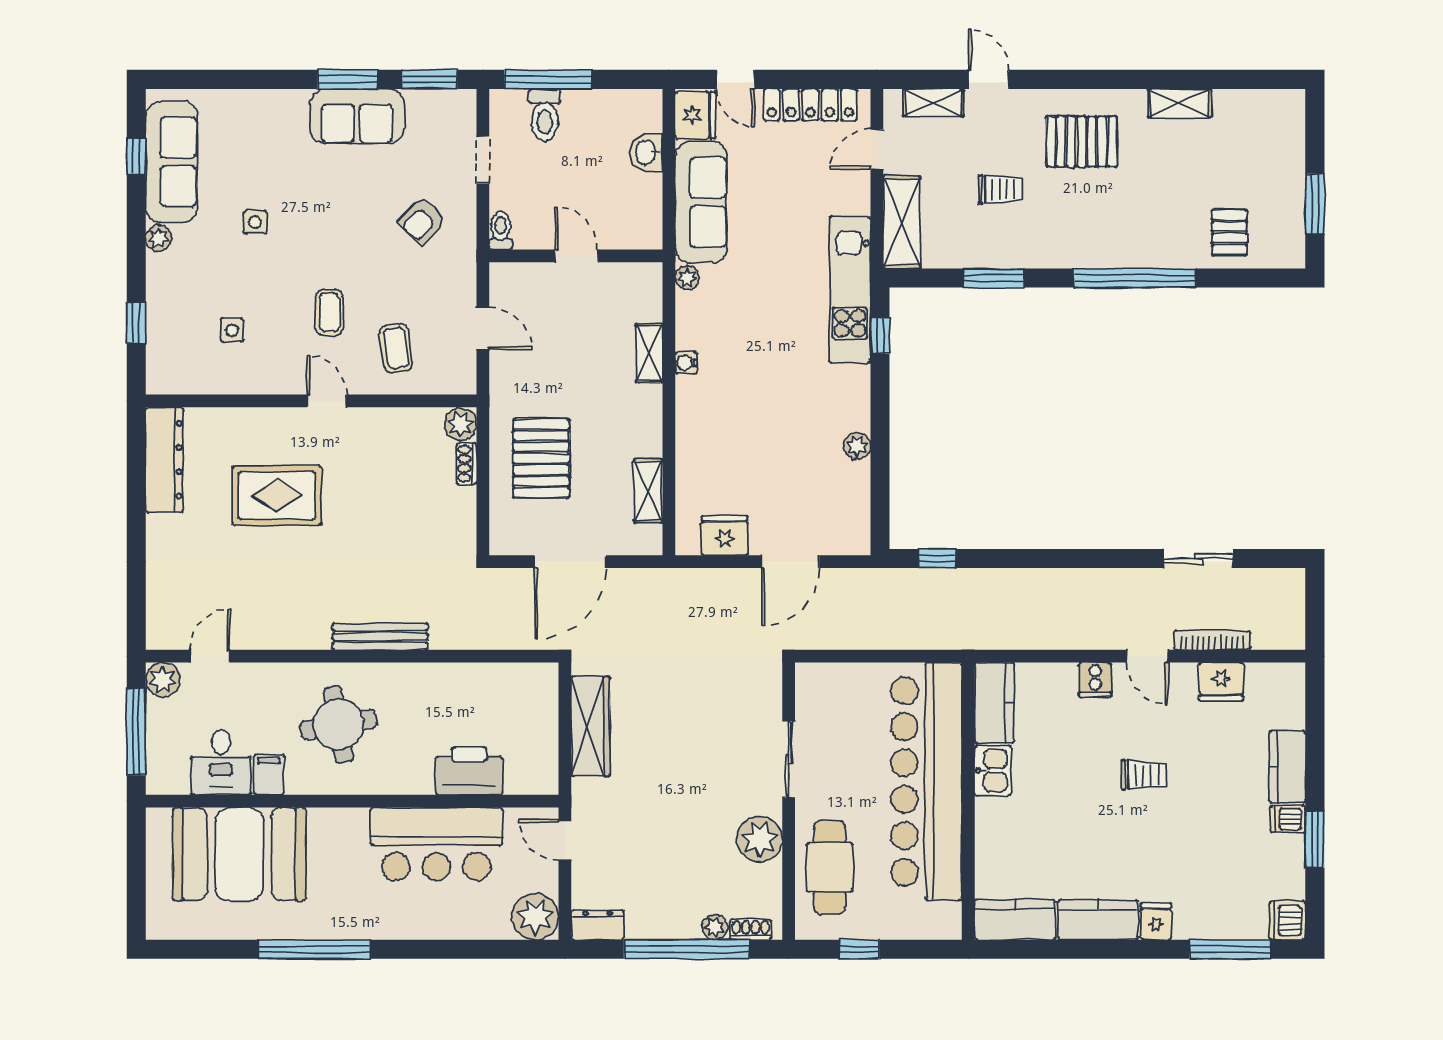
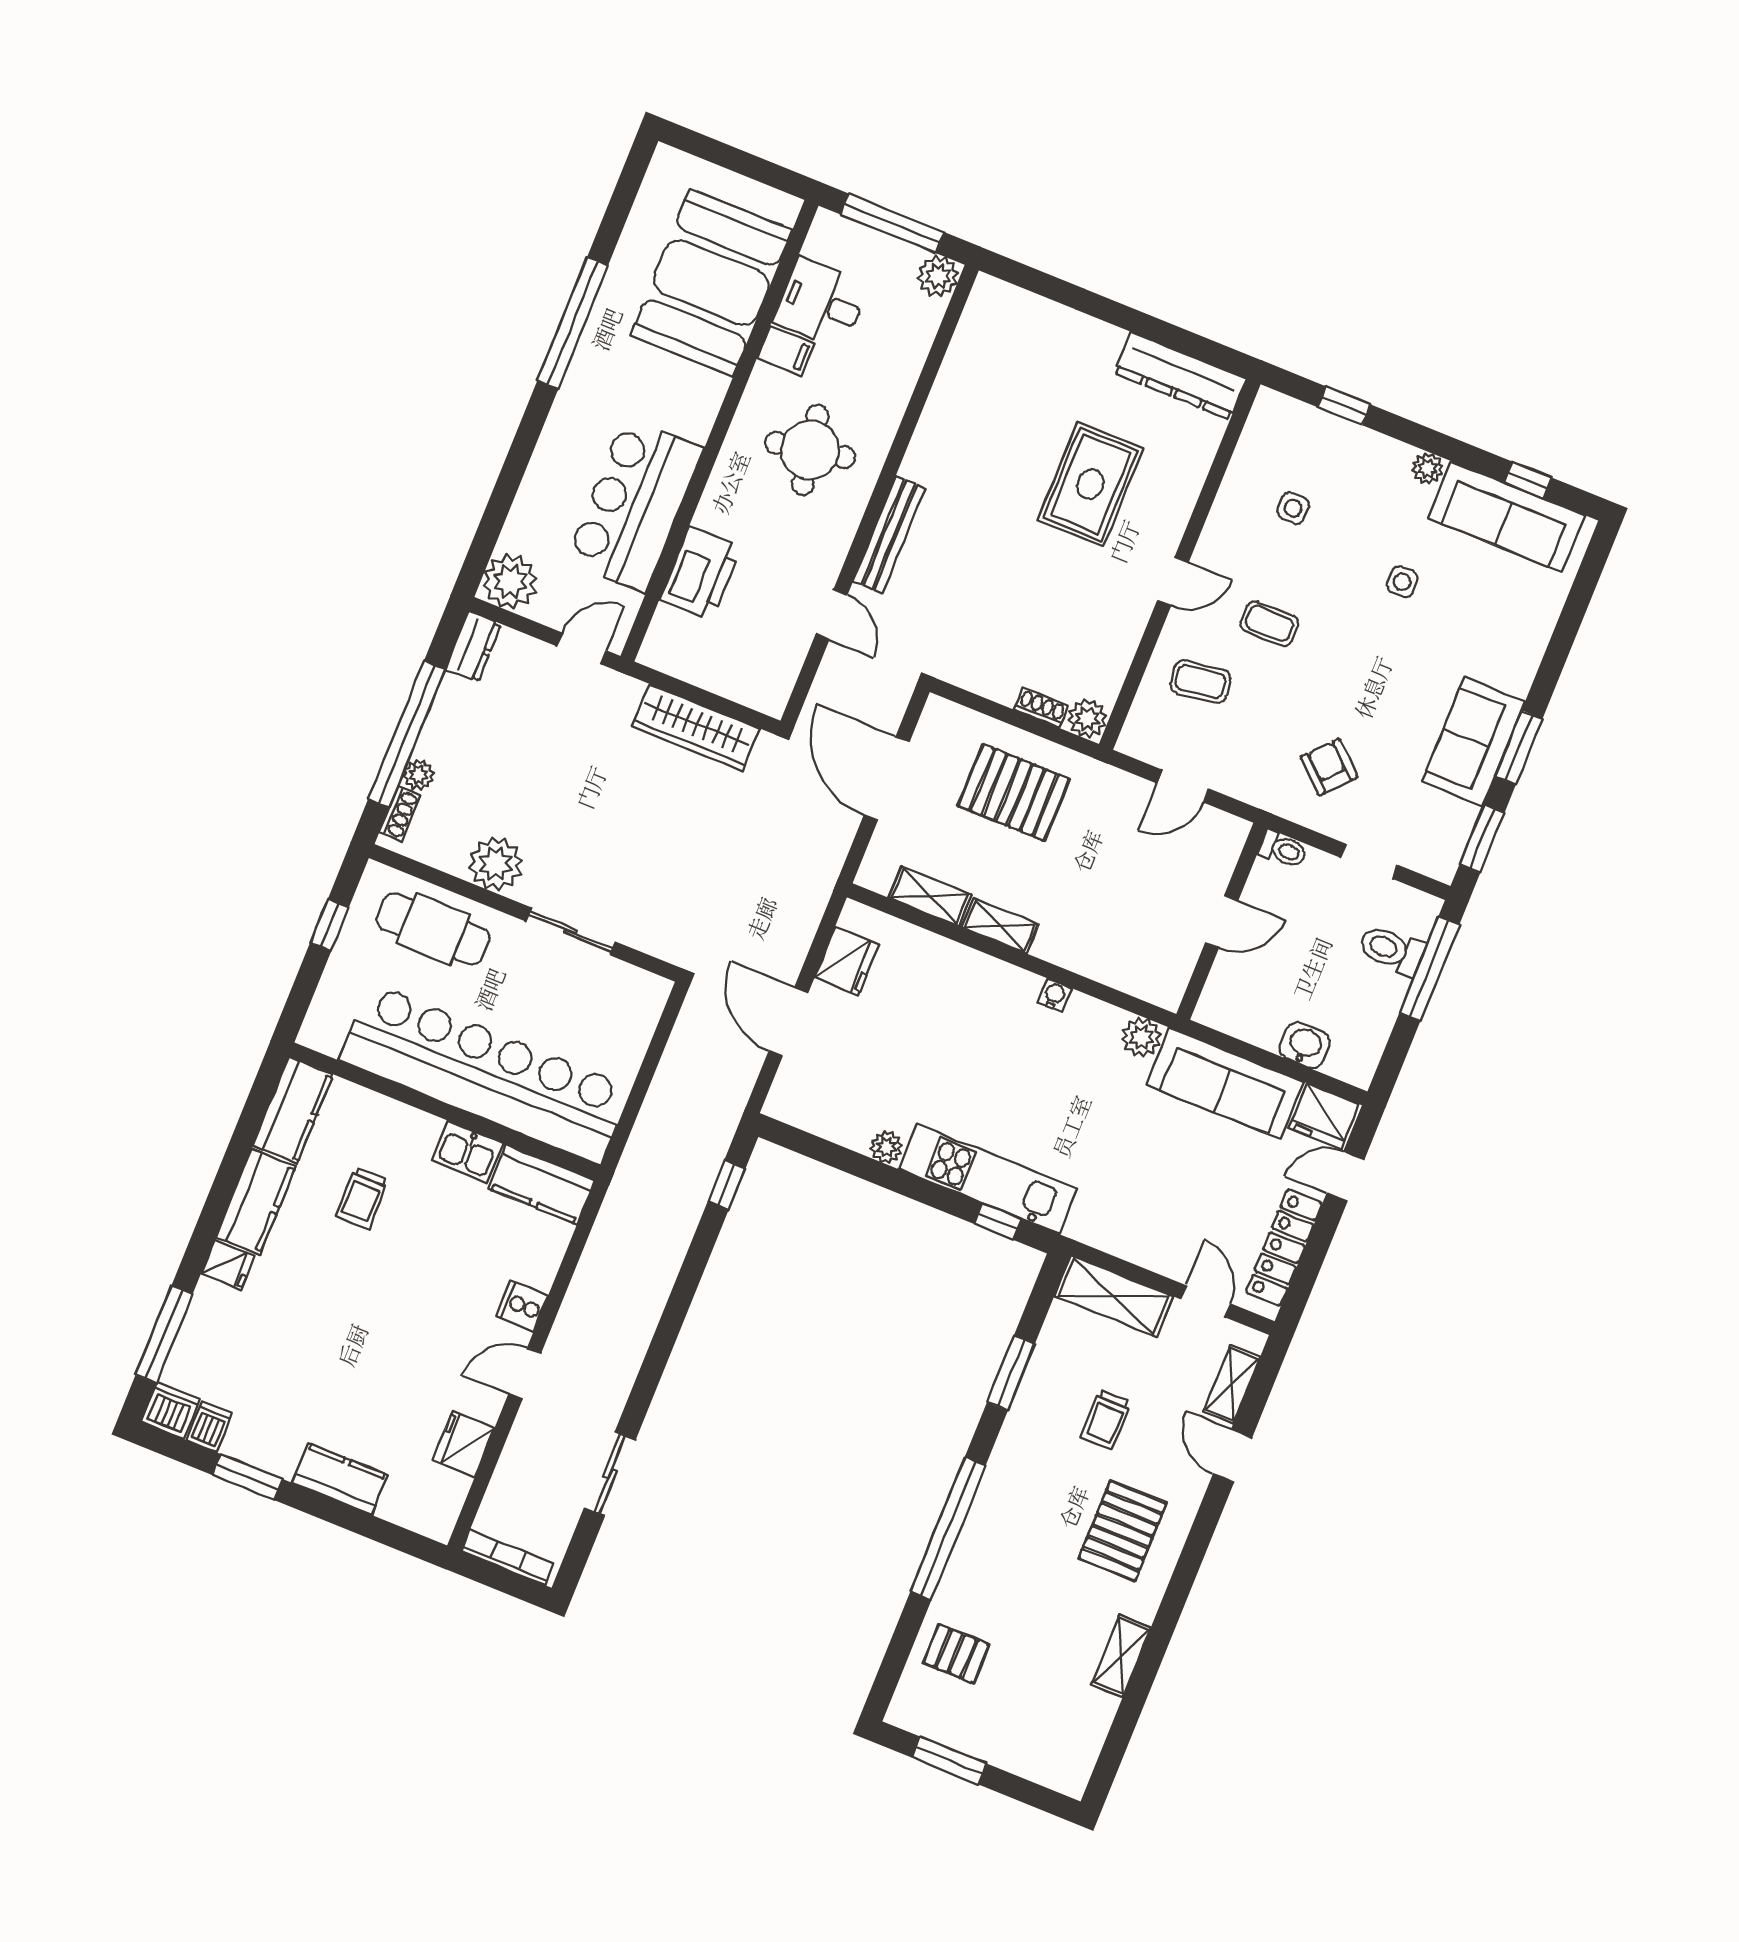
door: (989, 79) -> (1232, 1456), swing flipped
plant: (687, 278) -> (1141, 1037), width x1.38, depth x1.38
kitchen unit: (850, 290) -> (988, 1179), moved
shelving: (649, 353) -> (1000, 926), moved
bookcase: (1212, 640) -> (508, 1557), moved, turned -90
door: (210, 656) -> (831, 615), moved
trolley: (1144, 775) -> (362, 1198), moved
dishwasher: (1288, 819) -> (209, 1427), moved

